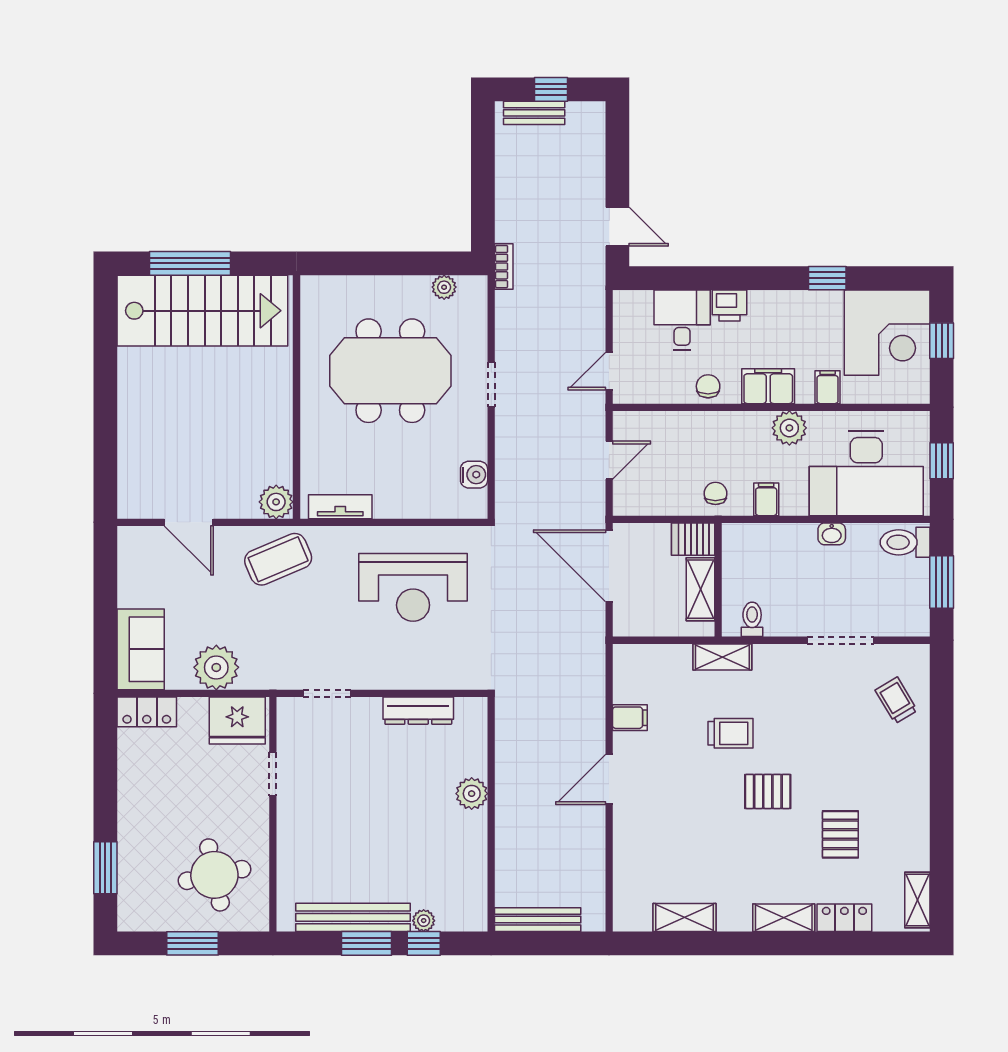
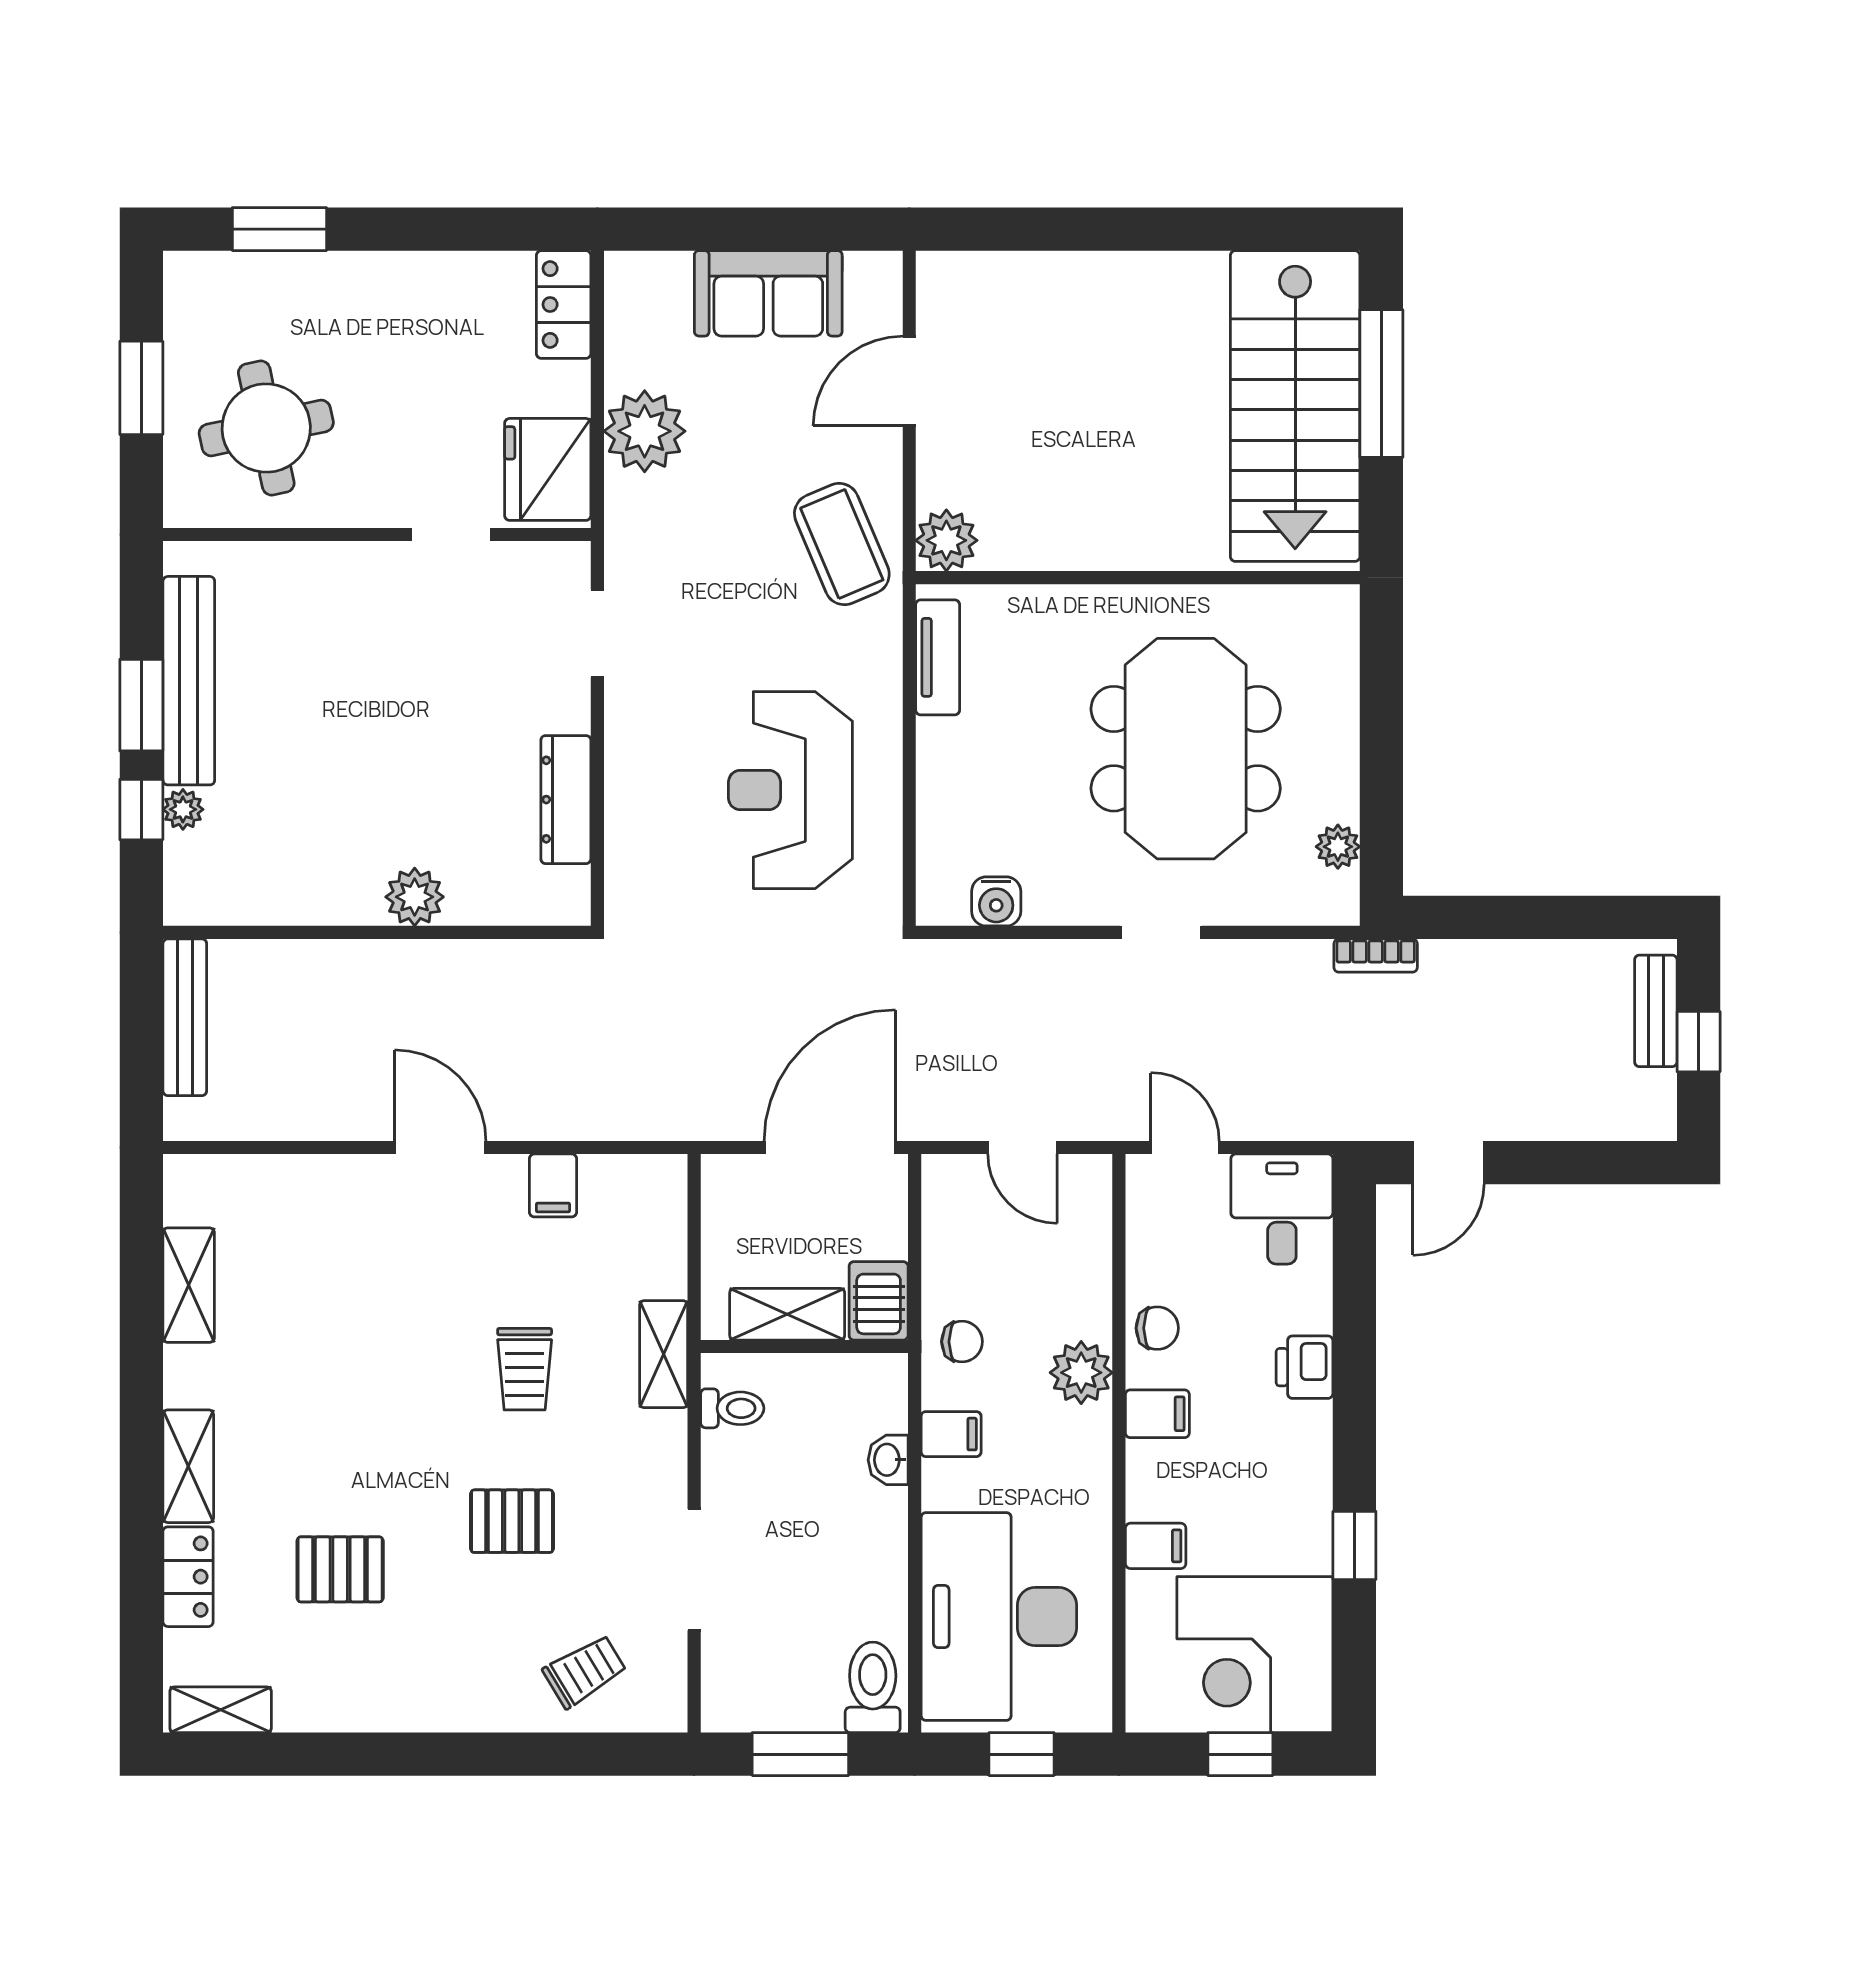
desk: (682, 320) -> (1282, 1209), moved, turned -90
filing cabinet: (768, 386) -> (1157, 1414), width x0.50
plant: (789, 428) -> (1081, 1373), moved
washbasin: (832, 534) -> (888, 1460), moved
sofa: (141, 649) -> (768, 293), moved
pallet: (768, 791) -> (512, 1521), moved, turned 90

